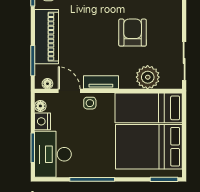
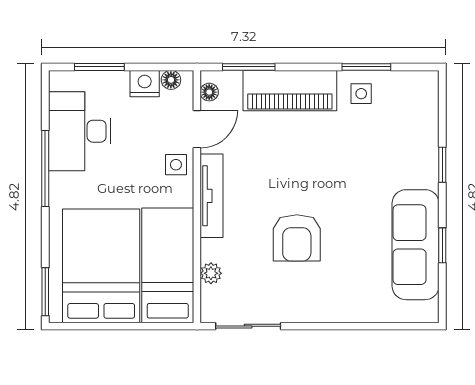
armchair: (133, 33) -> (297, 238), turned 90
plant: (148, 77) -> (211, 273), width x0.53, depth x0.53
tv unit: (101, 82) -> (212, 196), width x1.41
desk: (53, 154) -> (80, 131), moved, turned -90

